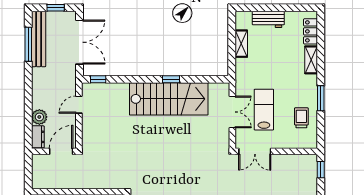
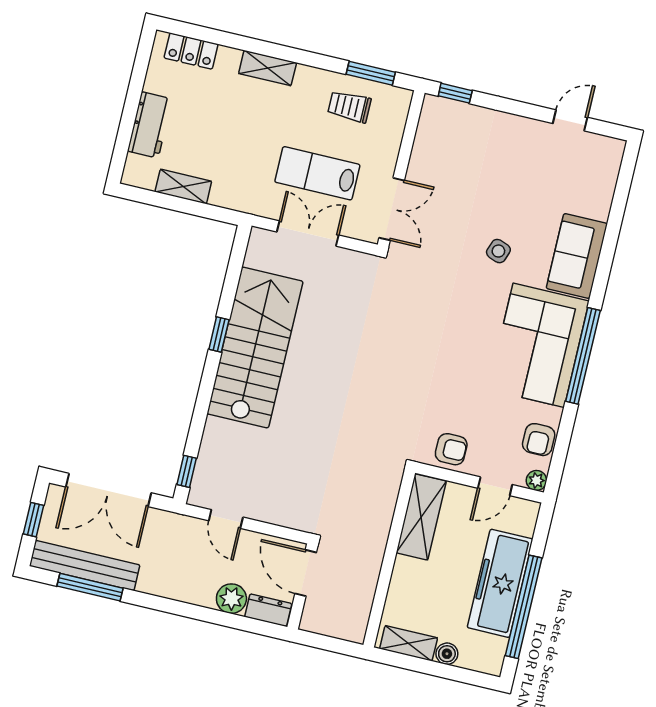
double door: (79, 42) -> (108, 490), swing flipped
shelving: (311, 60) -> (268, 68), moved
window: (321, 98) -> (371, 73), moved

